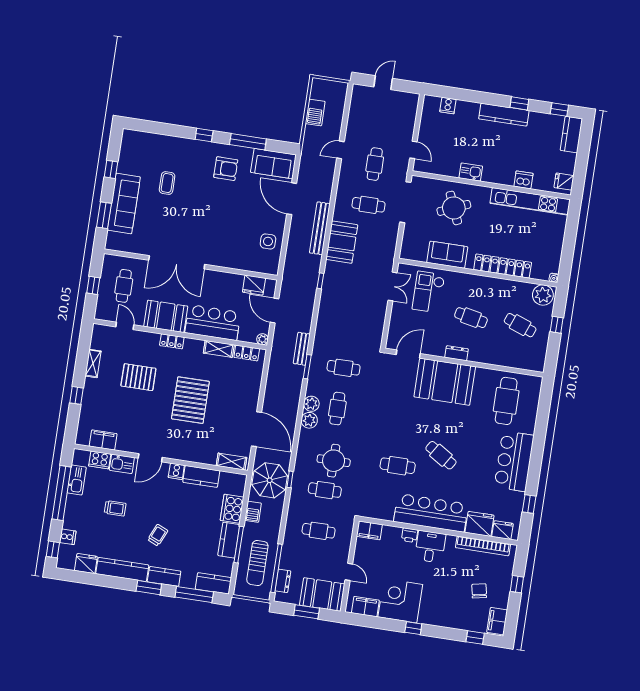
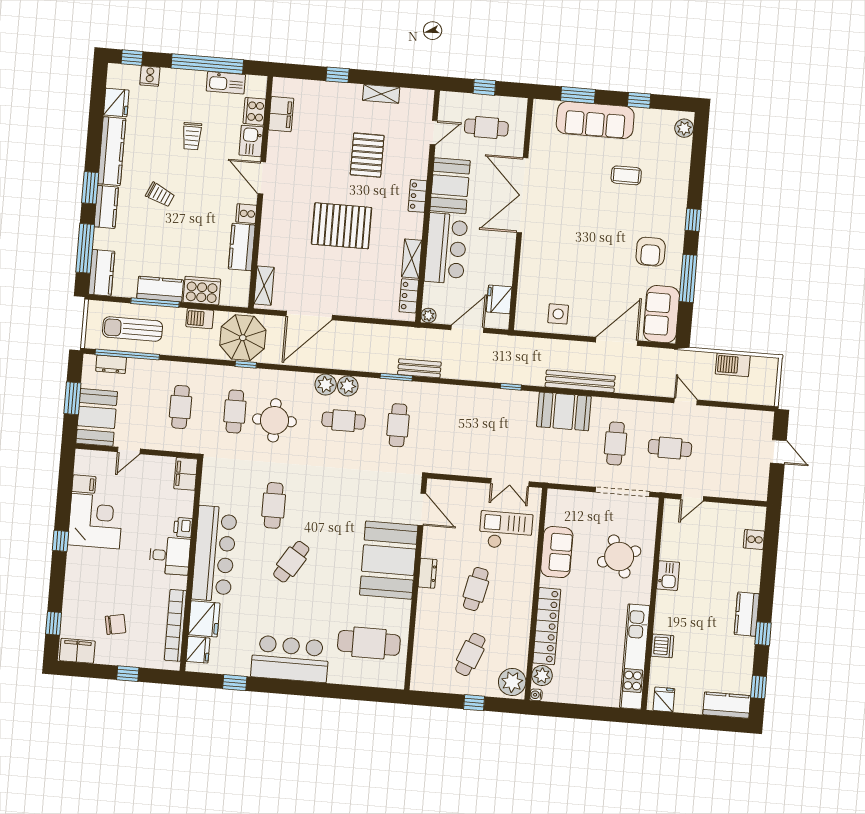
kitchen counter: (504, 115) -> (747, 614), width x0.67
plant: (134, 137) -> (684, 128), added
plant: (540, 272) -> (542, 676), added
filing cabinet: (365, 607) -> (84, 484), width x0.50

